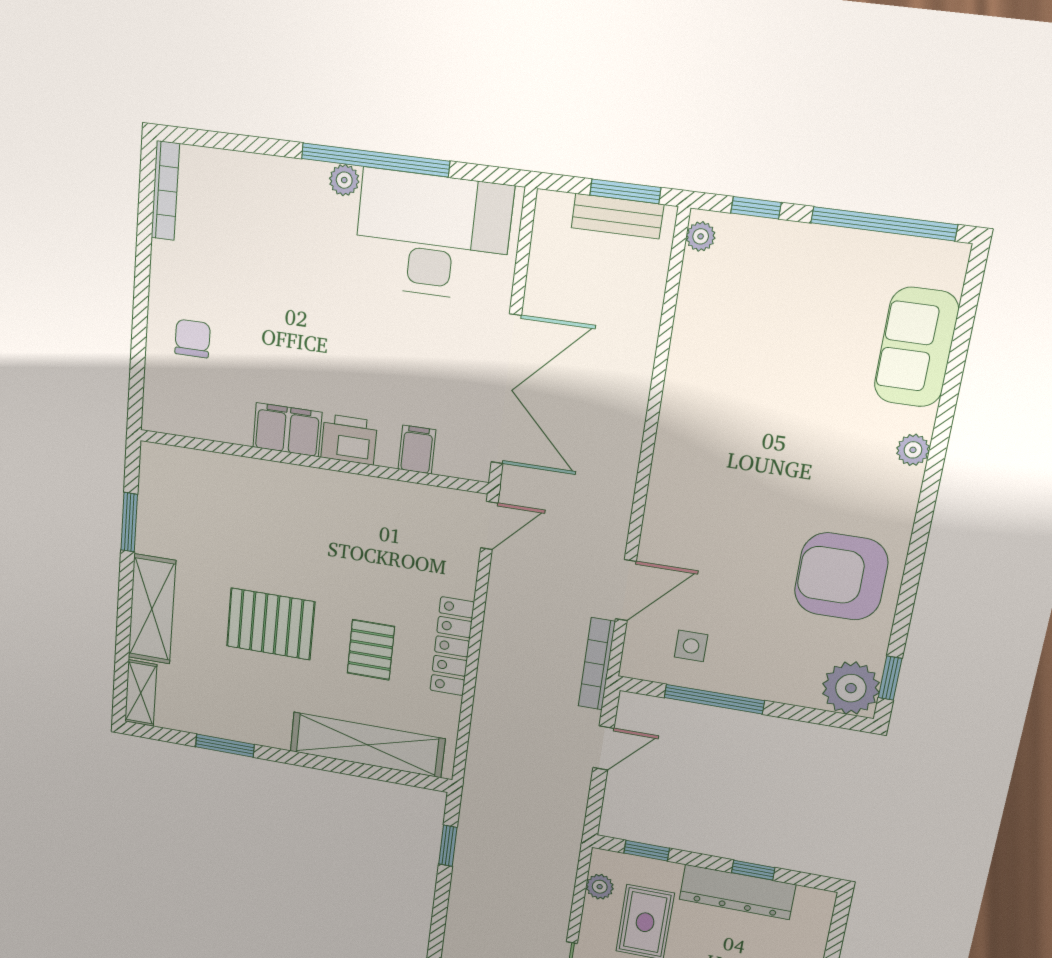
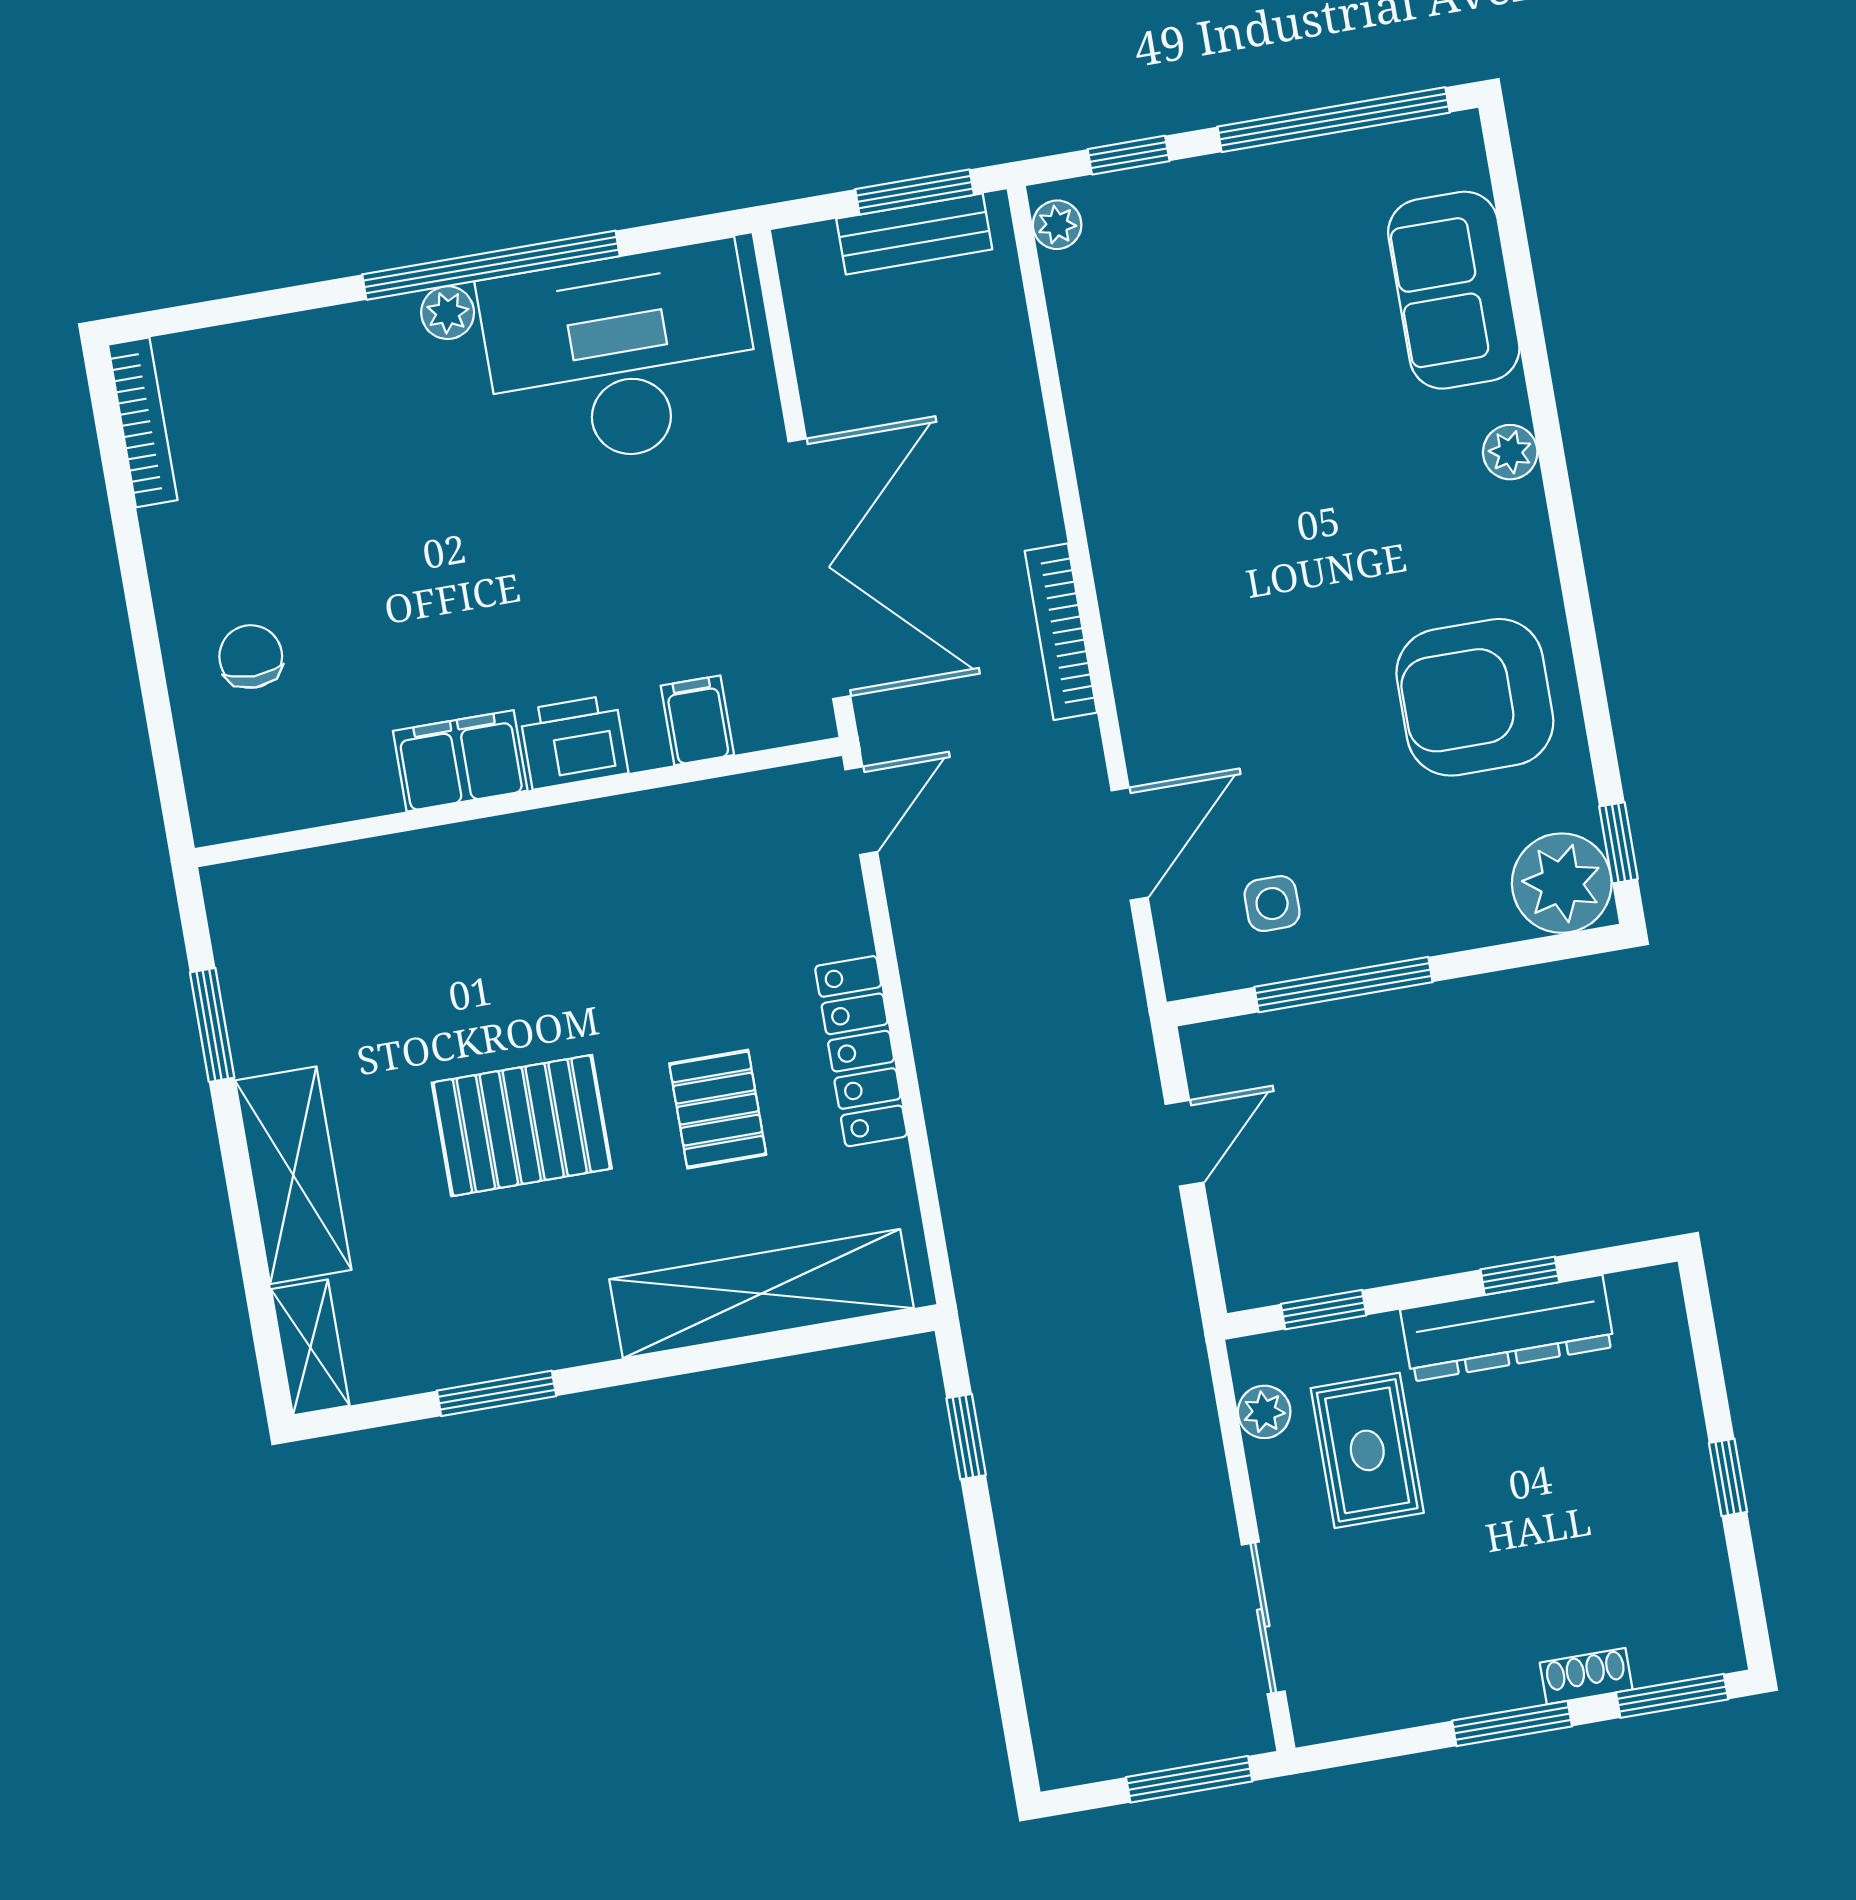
bookcase: (597, 664) -> (1061, 632), moved

